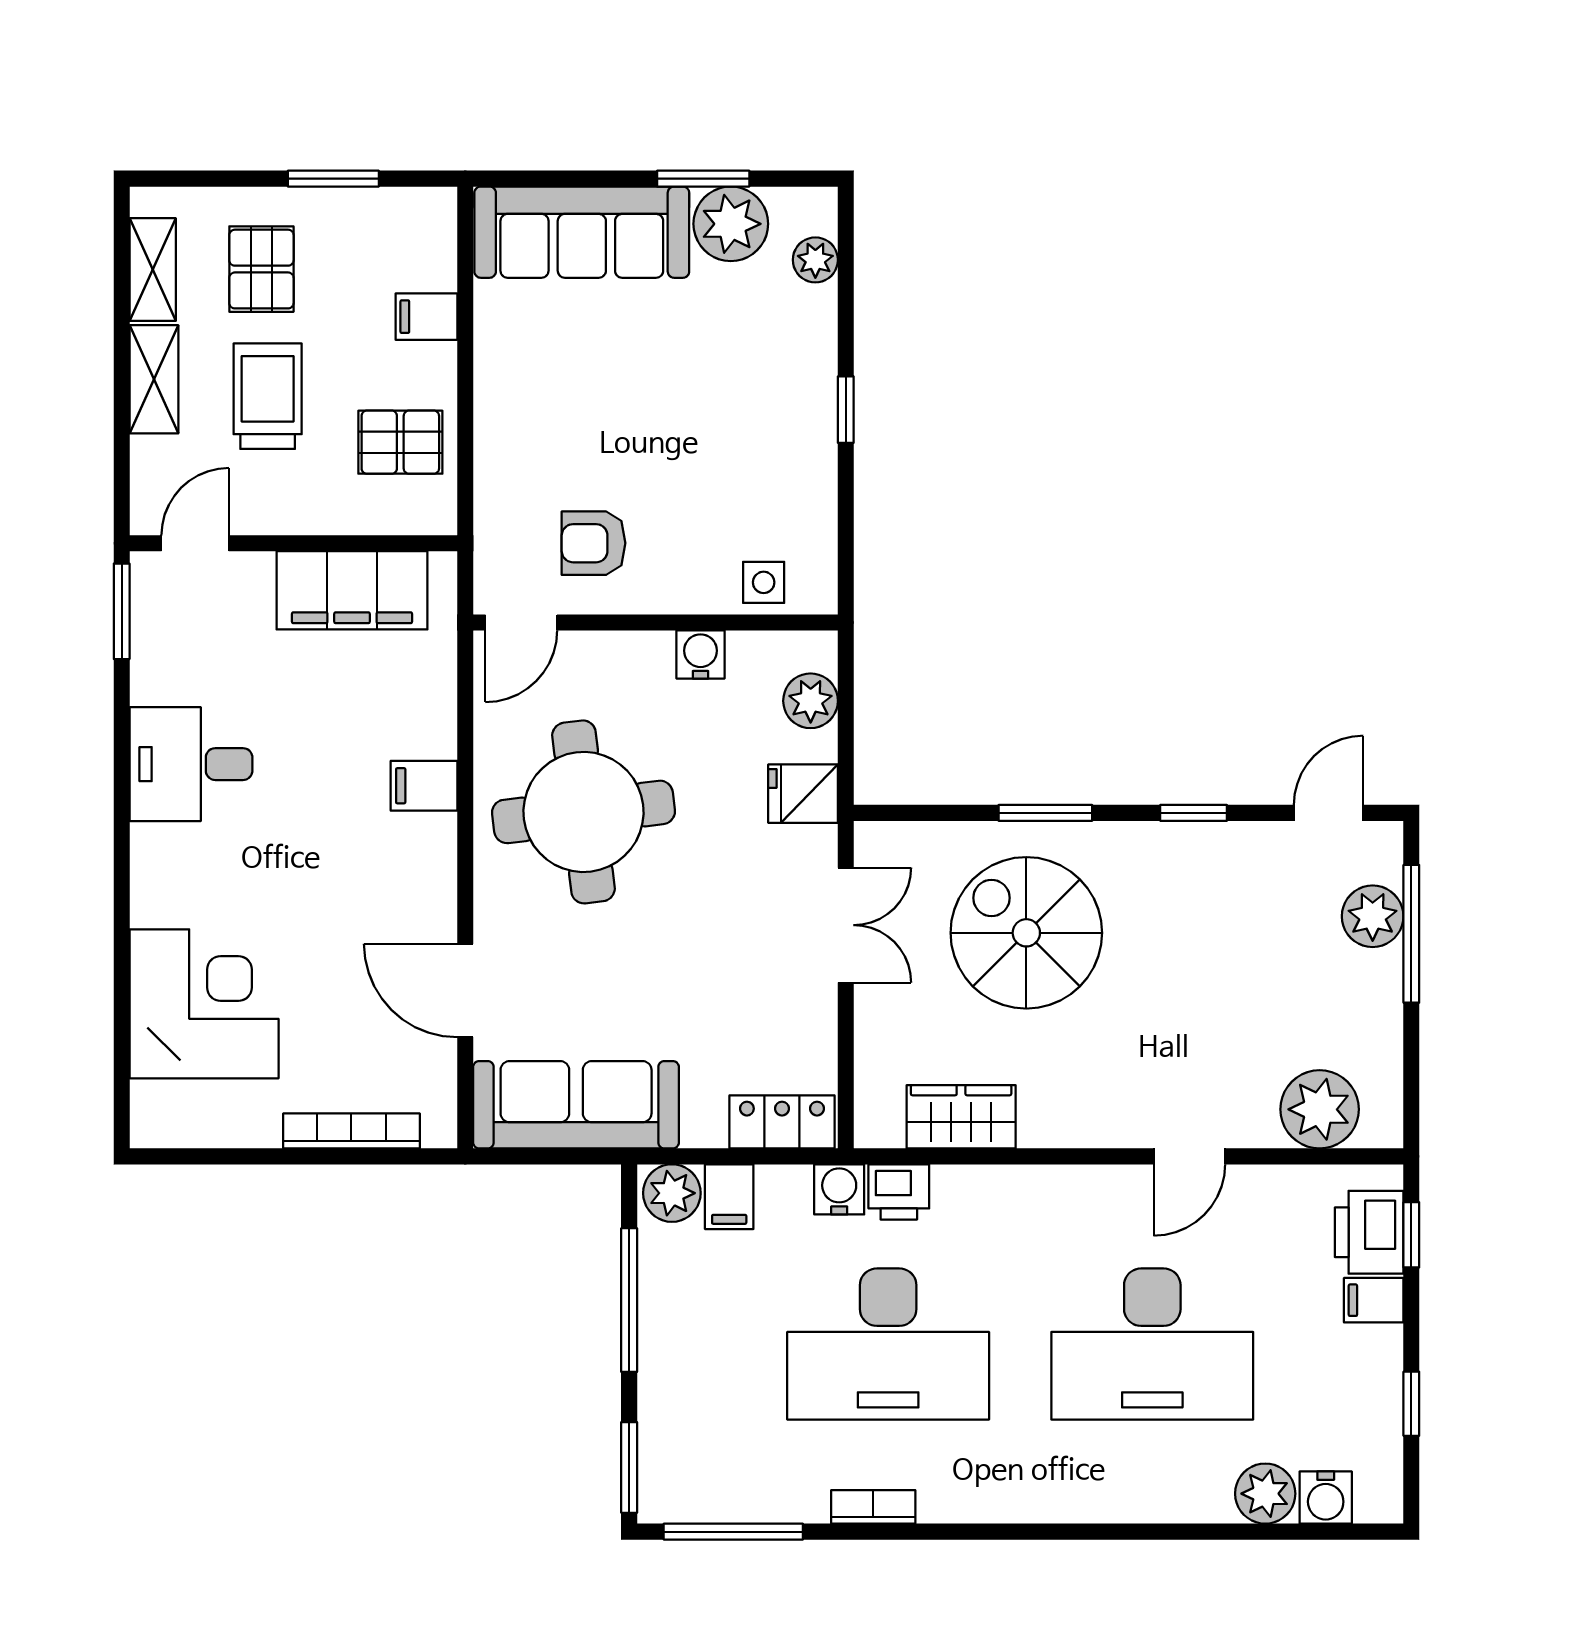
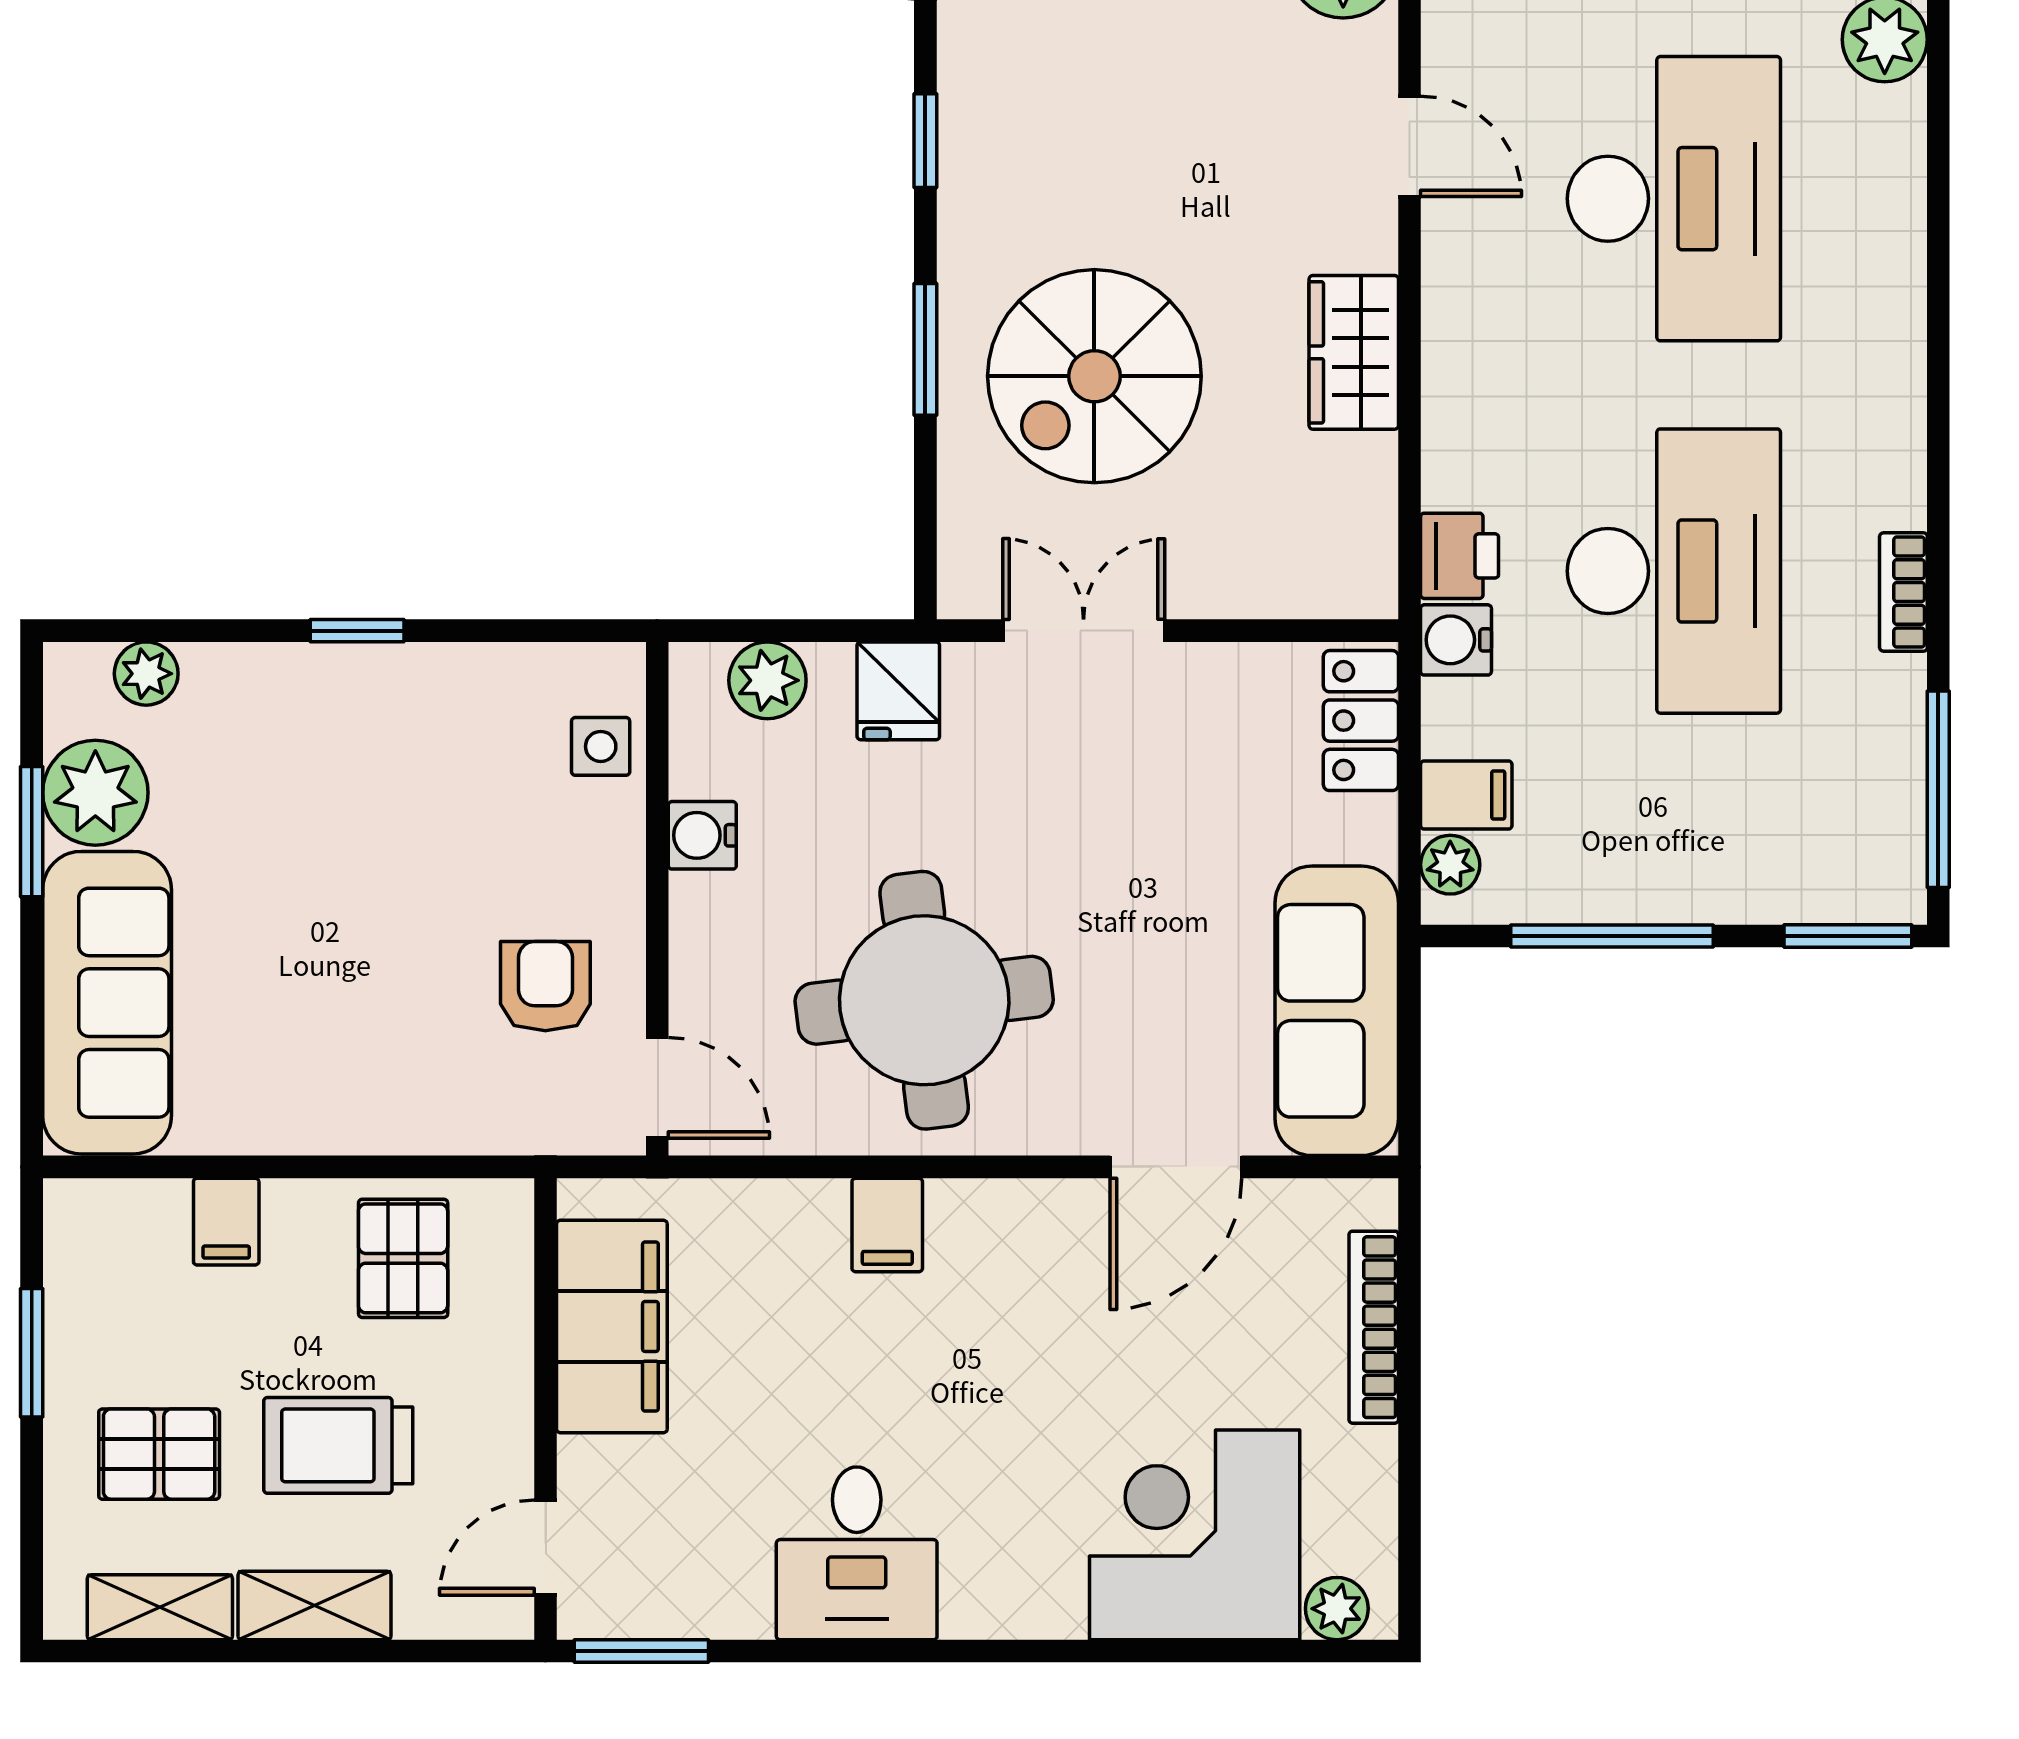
door: (195, 543) -> (546, 1548), hinge flipped
armchair: (593, 543) -> (545, 986), turned 180
plant: (152, 1105) -> (1337, 1609), added
wardrobe: (961, 1117) -> (1354, 352), moved
plant: (672, 1193) -> (1450, 865), width x0.73, depth x0.73

